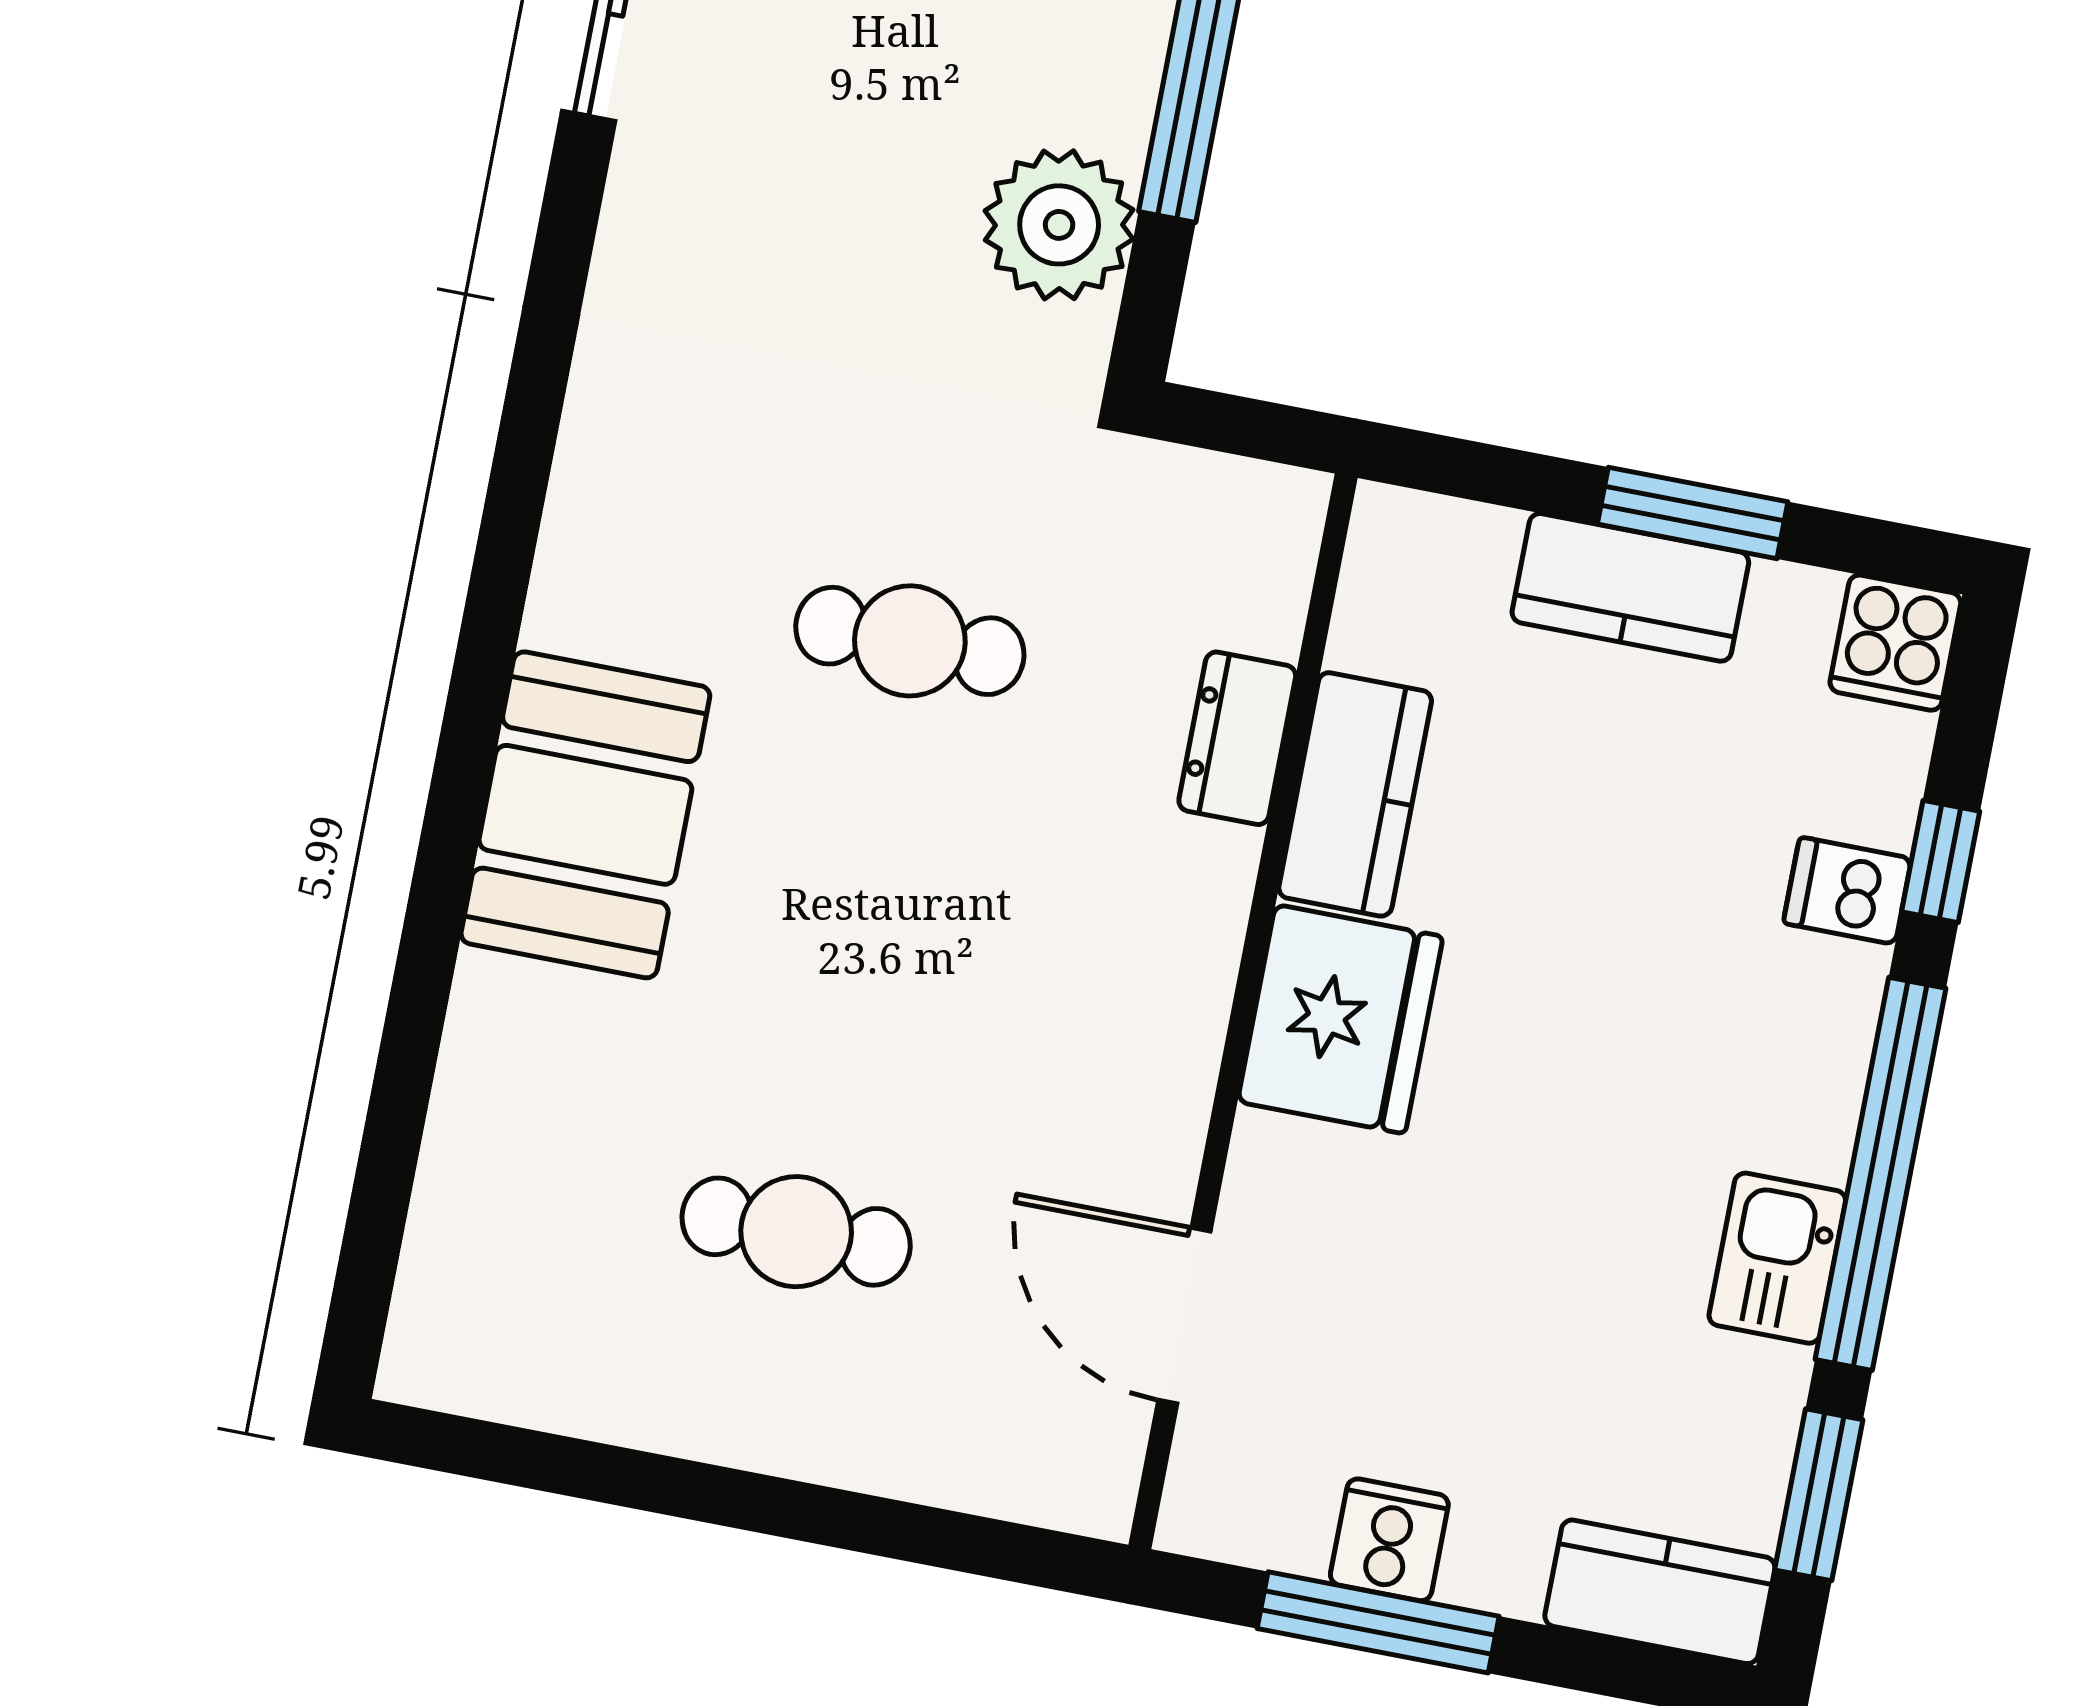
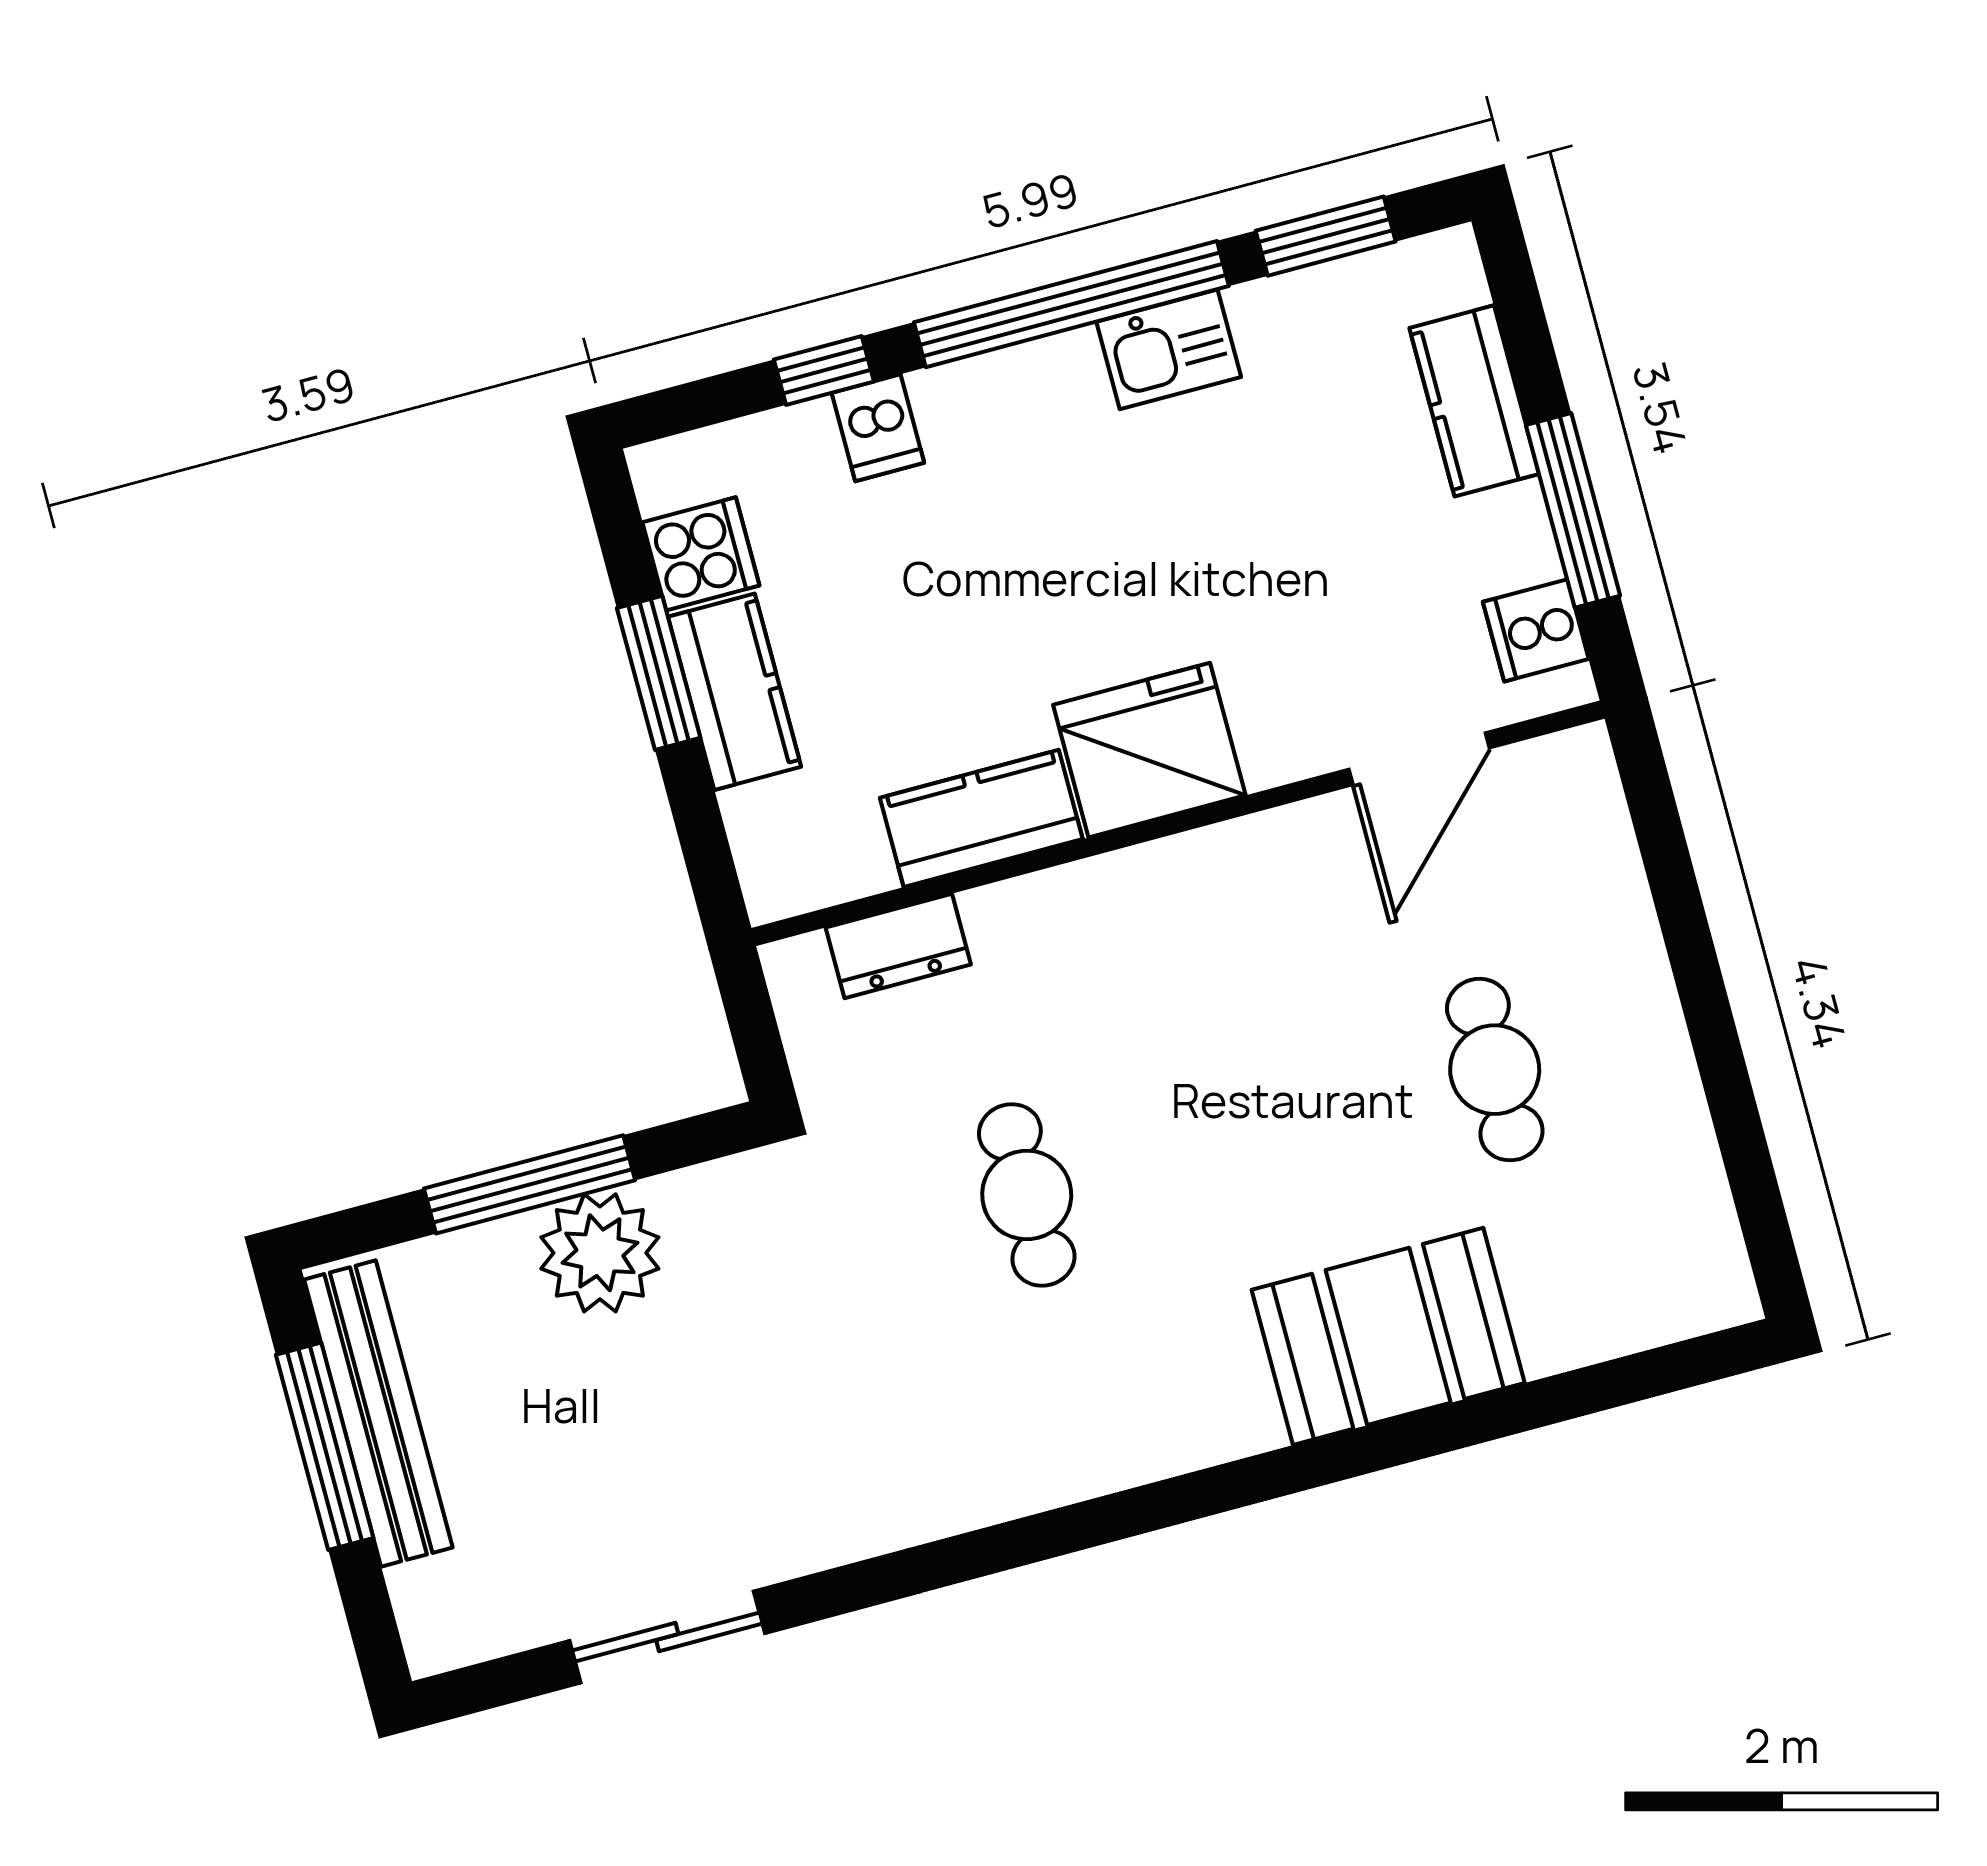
plant: (1059, 225) -> (600, 1253), moved
cooker: (1895, 643) -> (701, 554), moved
dresser: (1237, 738) -> (898, 946), moved
booth: (585, 815) -> (1388, 1336), moved
cooker: (1389, 1540) -> (1536, 630), moved
kitchen counter: (1660, 1592) -> (1474, 401), moved

